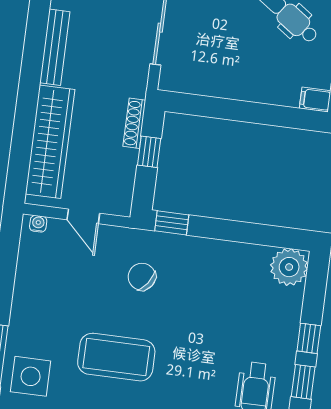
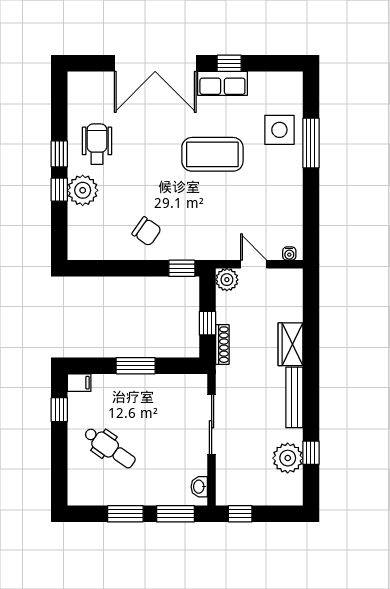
window: (244, 111) -> (136, 366), added
wardrobe: (50, 142) -> (290, 344), width x0.48, depth x0.85
plant: (118, 202) -> (227, 280), added
plant: (289, 267) -> (83, 190), moved
chair: (142, 277) -> (147, 231), moved

